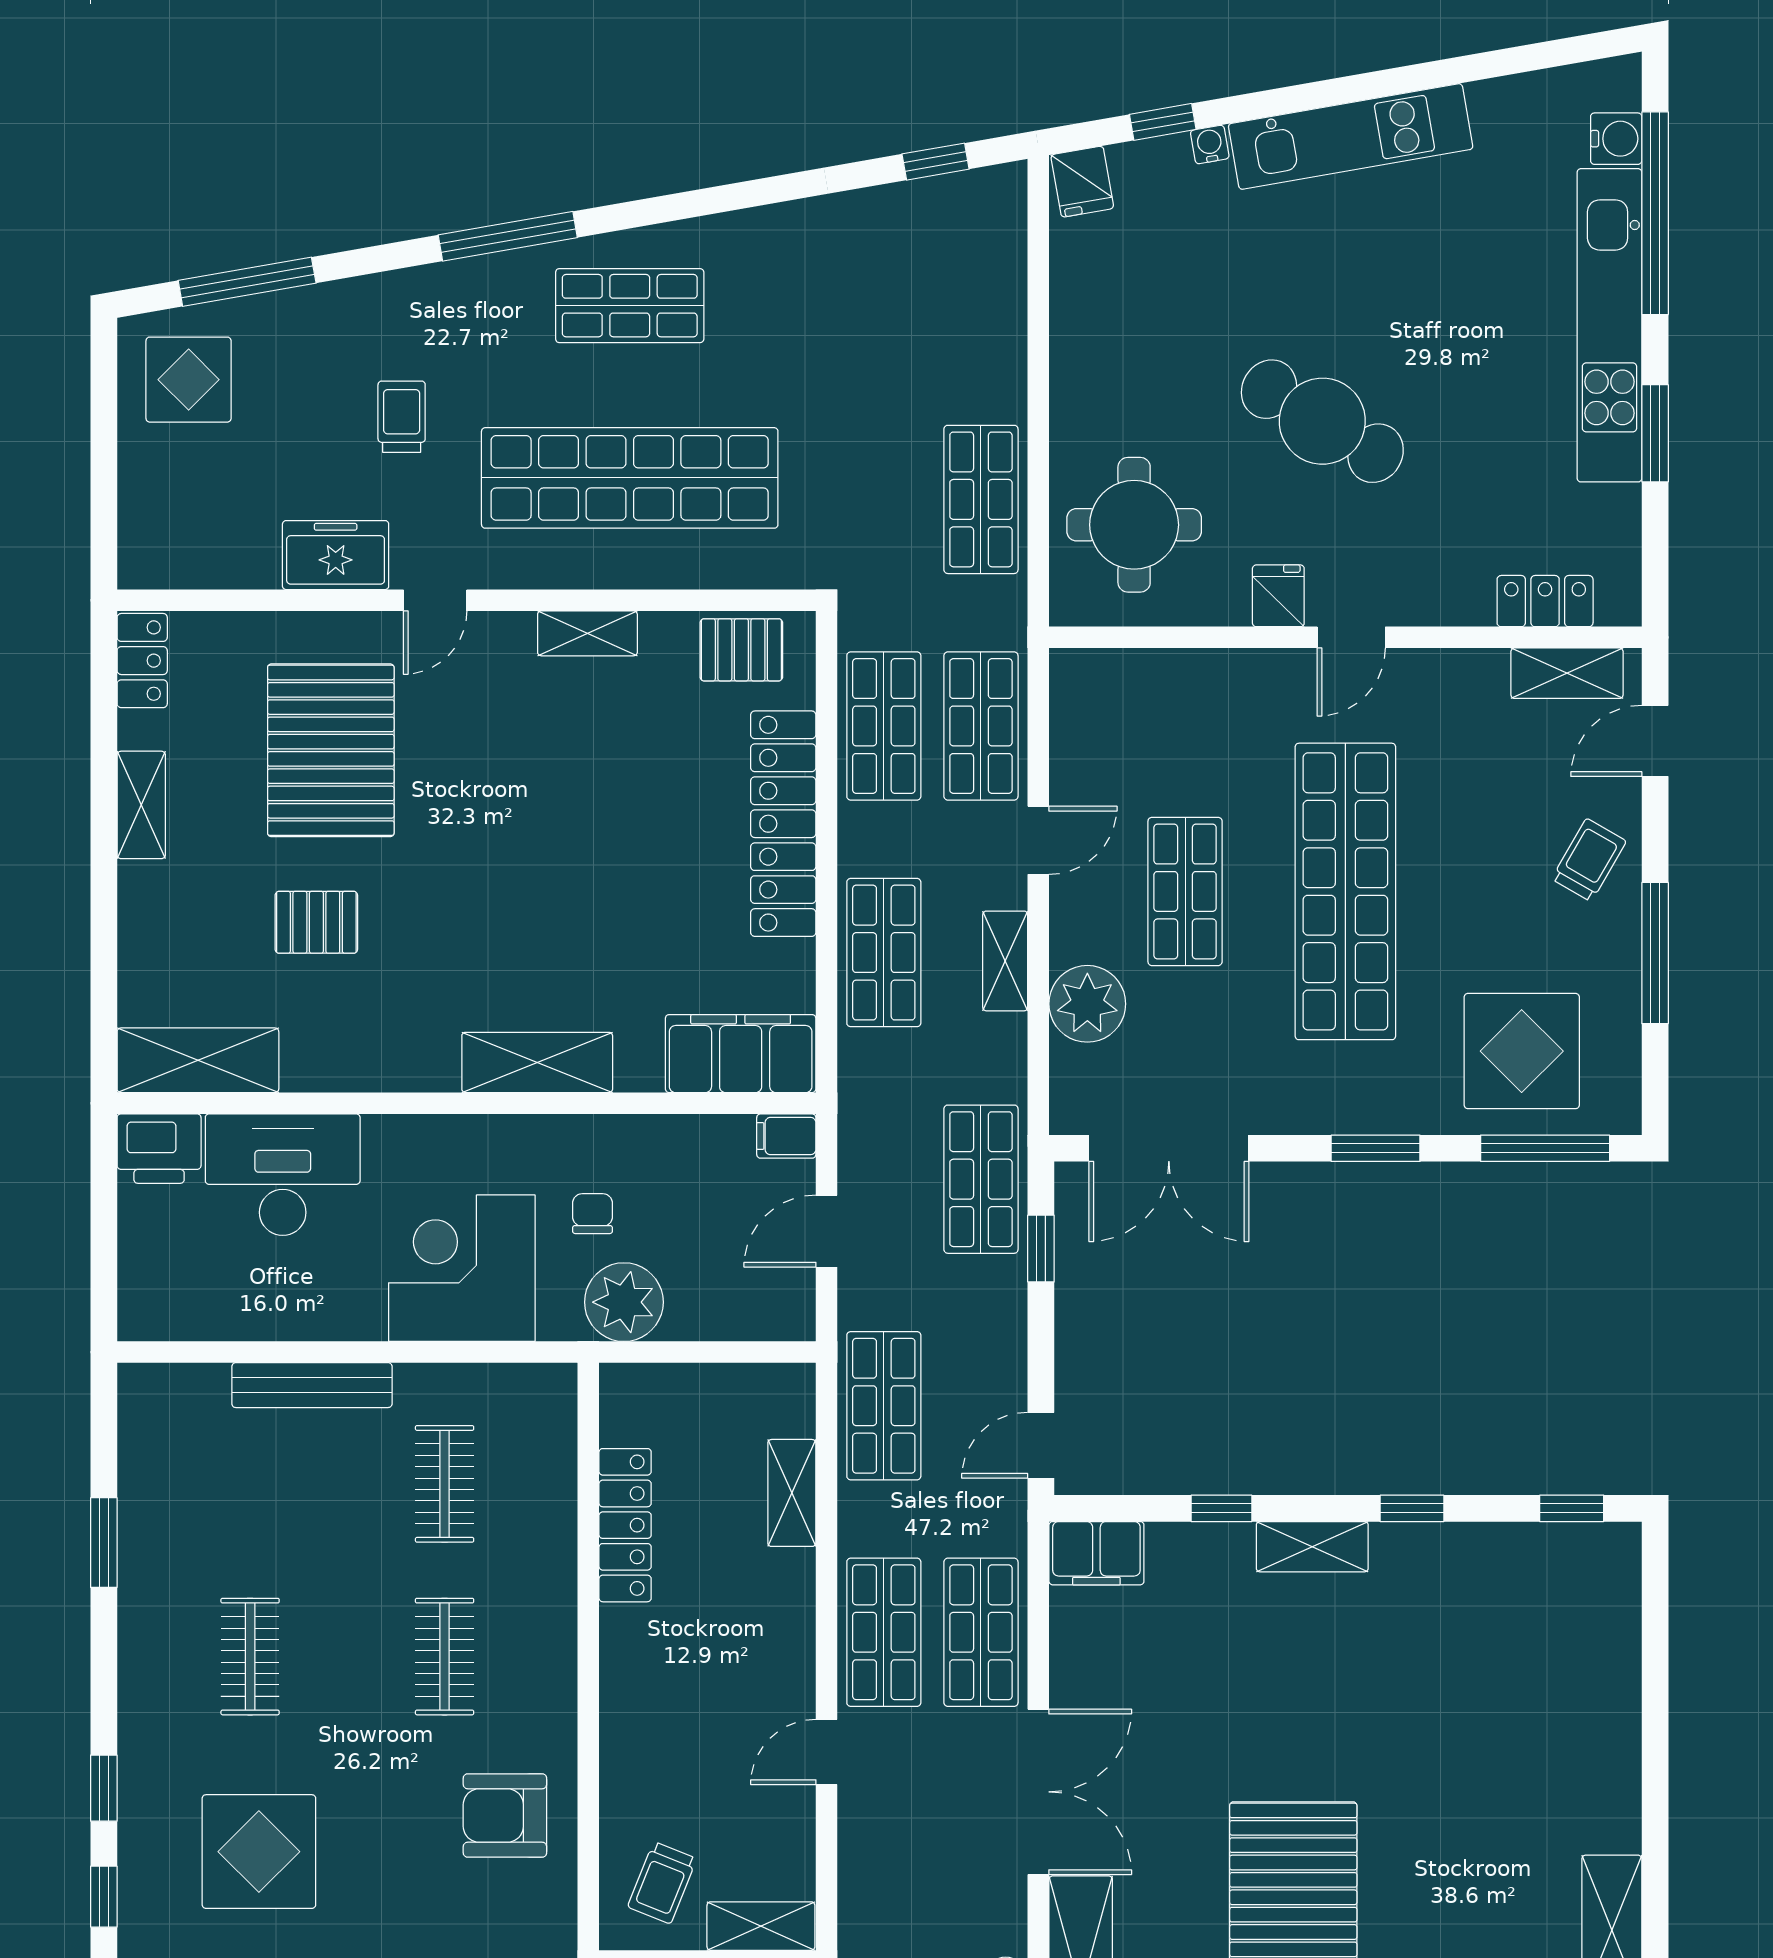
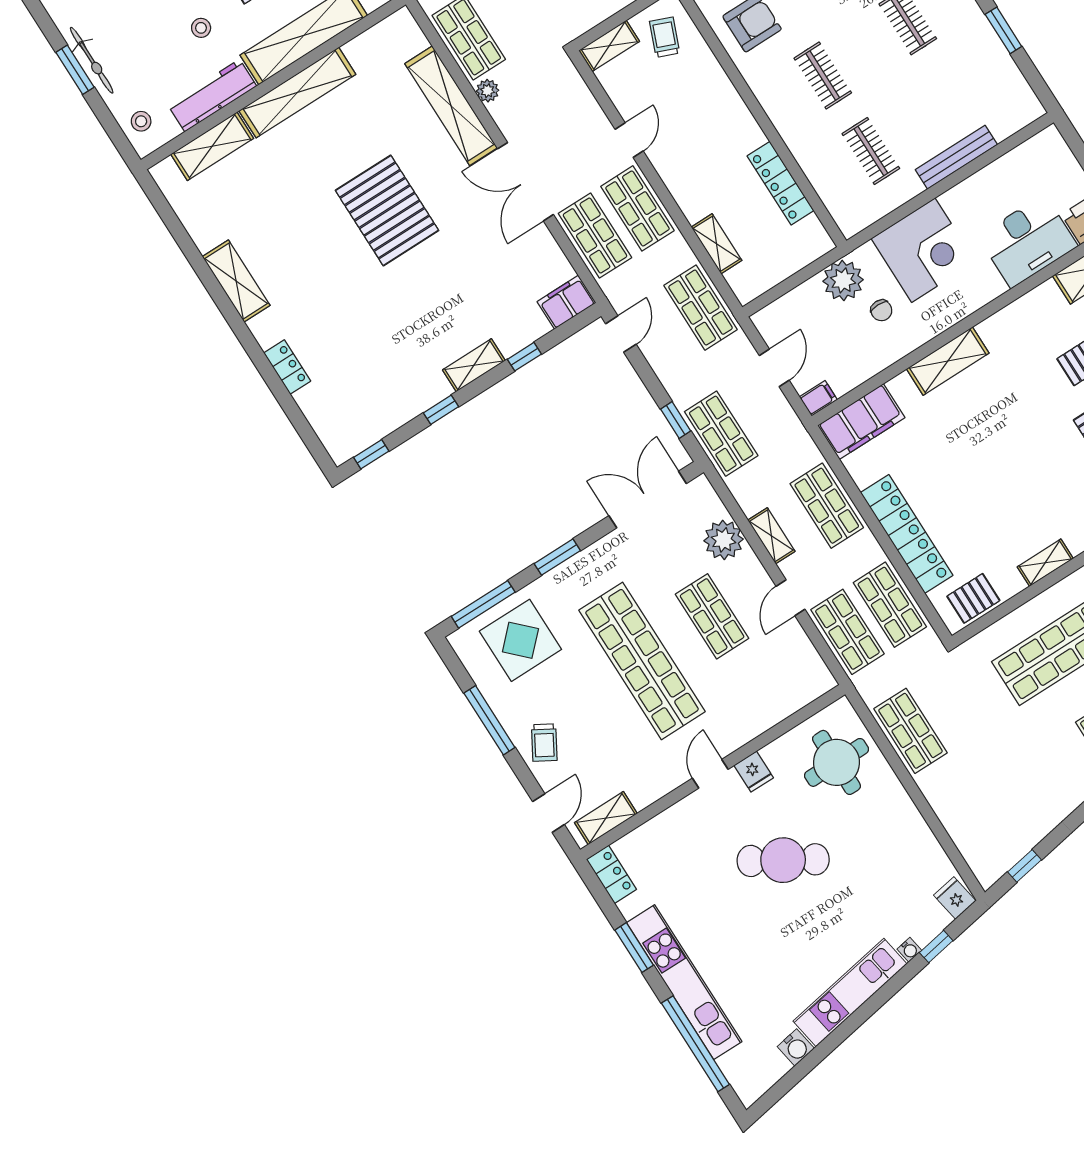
water cooler: (1616, 139) -> (796, 1047), moved, turned -100
locker: (1545, 601) -> (611, 874), moved, turned -90
locker: (1618, 1737) -> (287, 367), added

